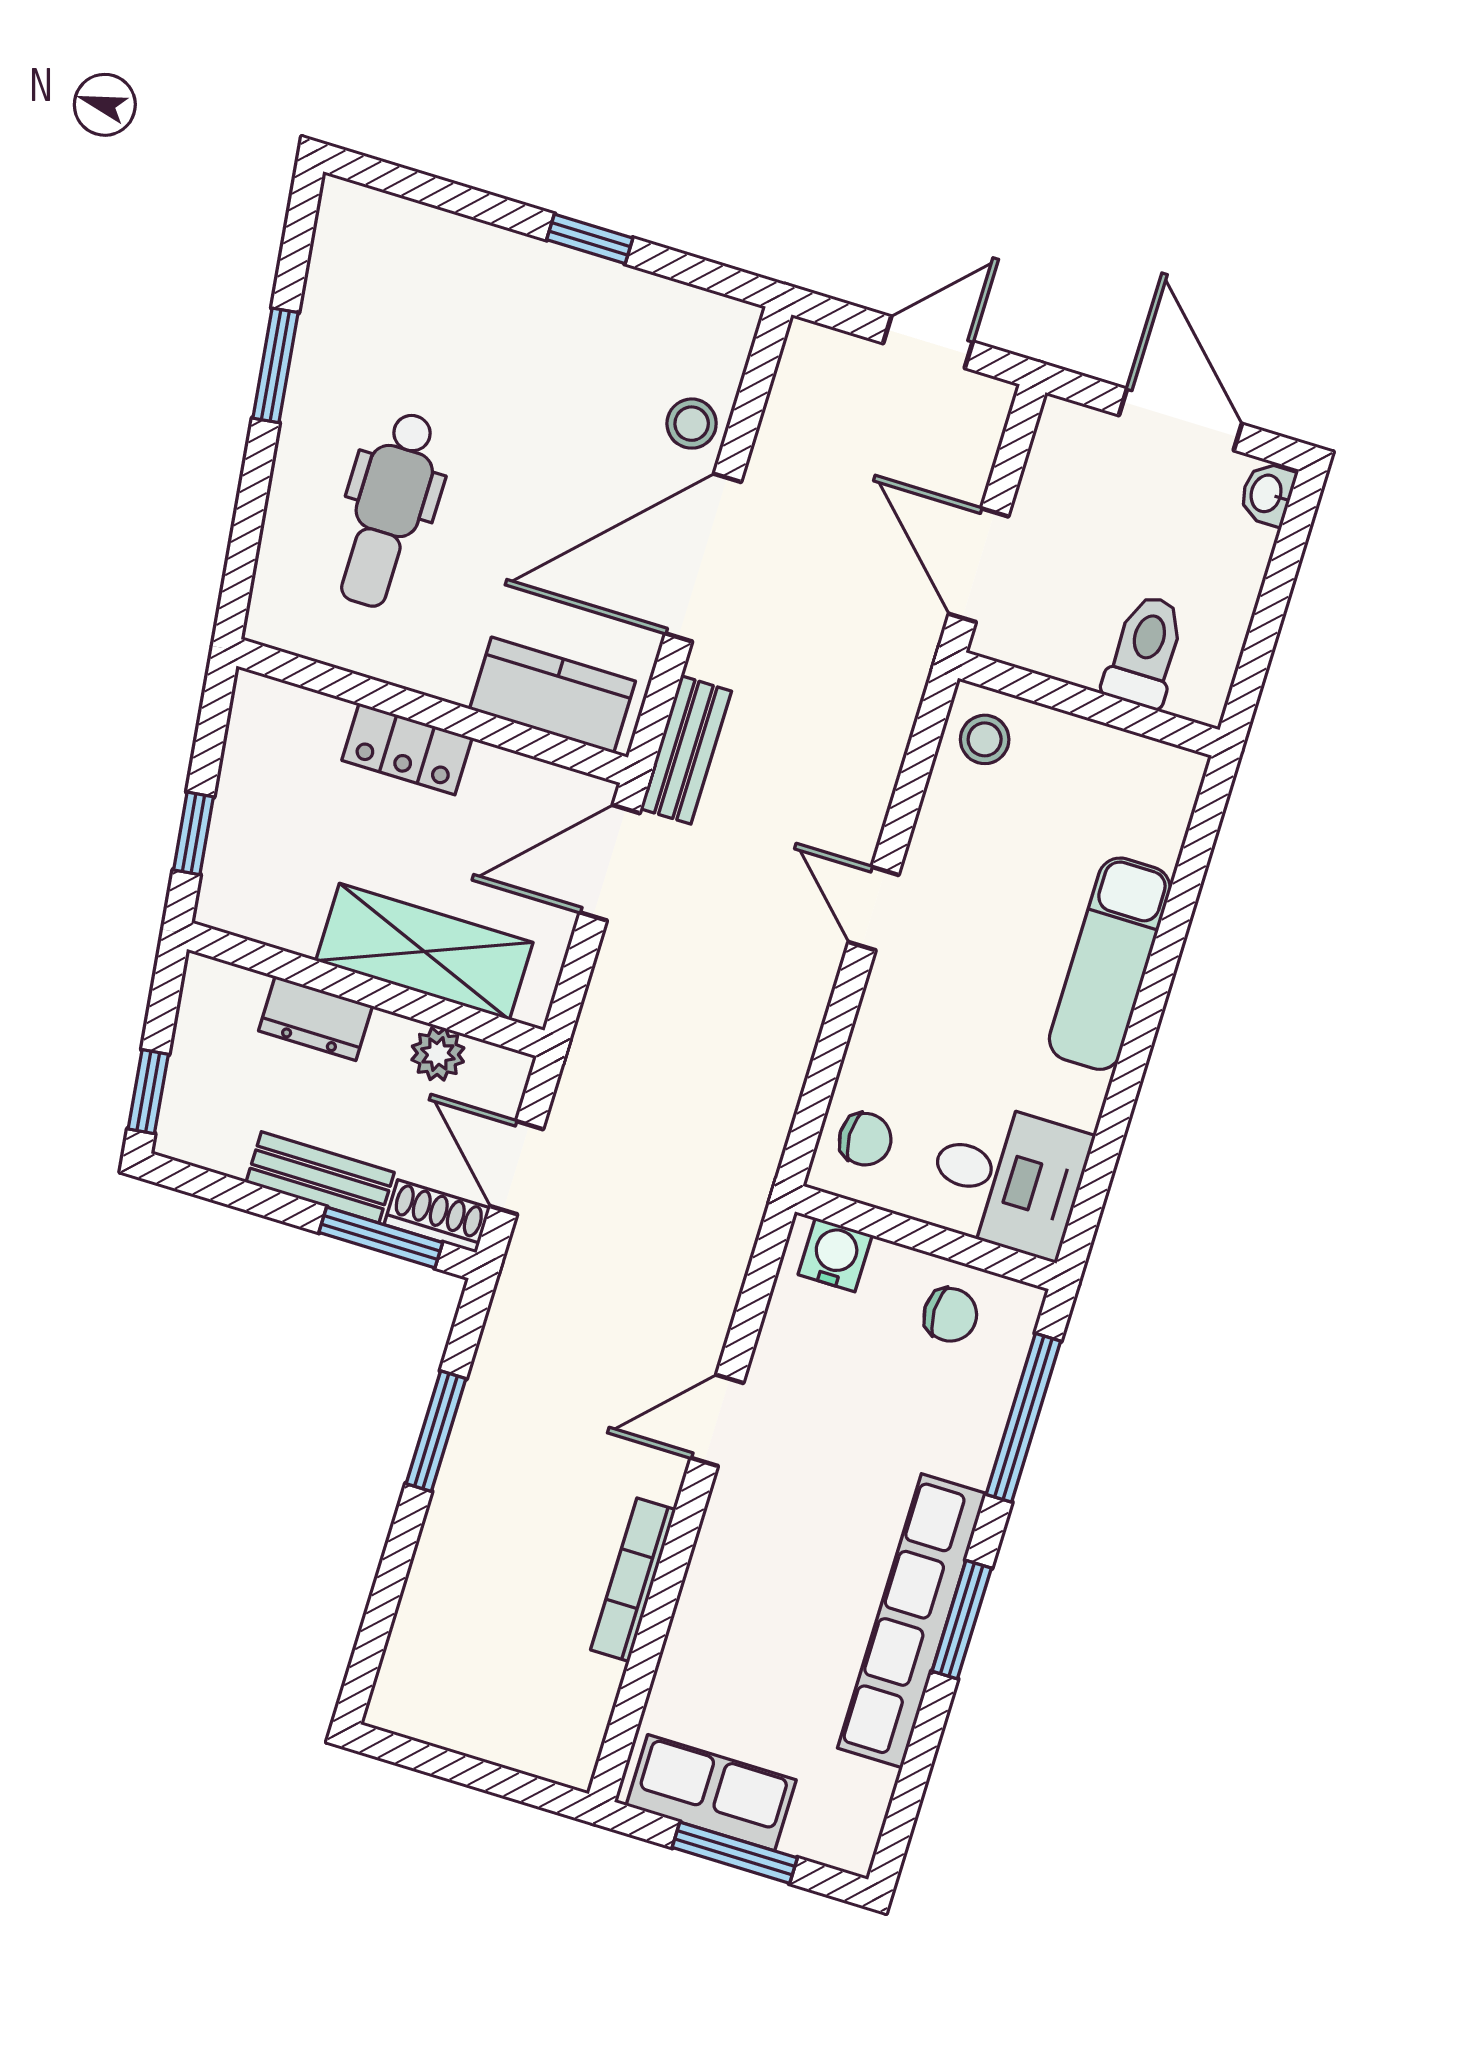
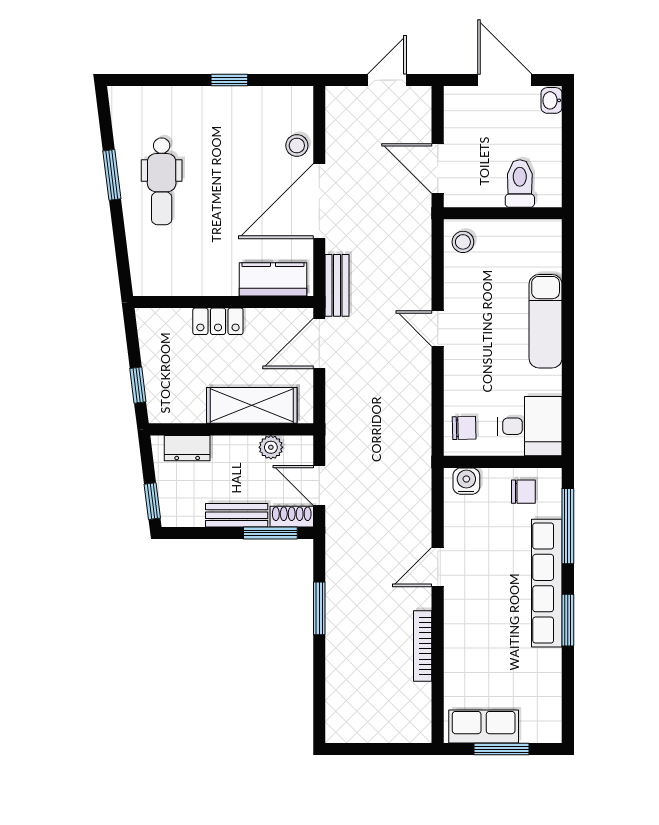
dental chair: (389, 510) -> (162, 181), moved
dresser: (316, 1018) -> (187, 448), moved
row of seats: (912, 1621) -> (547, 583), moved

